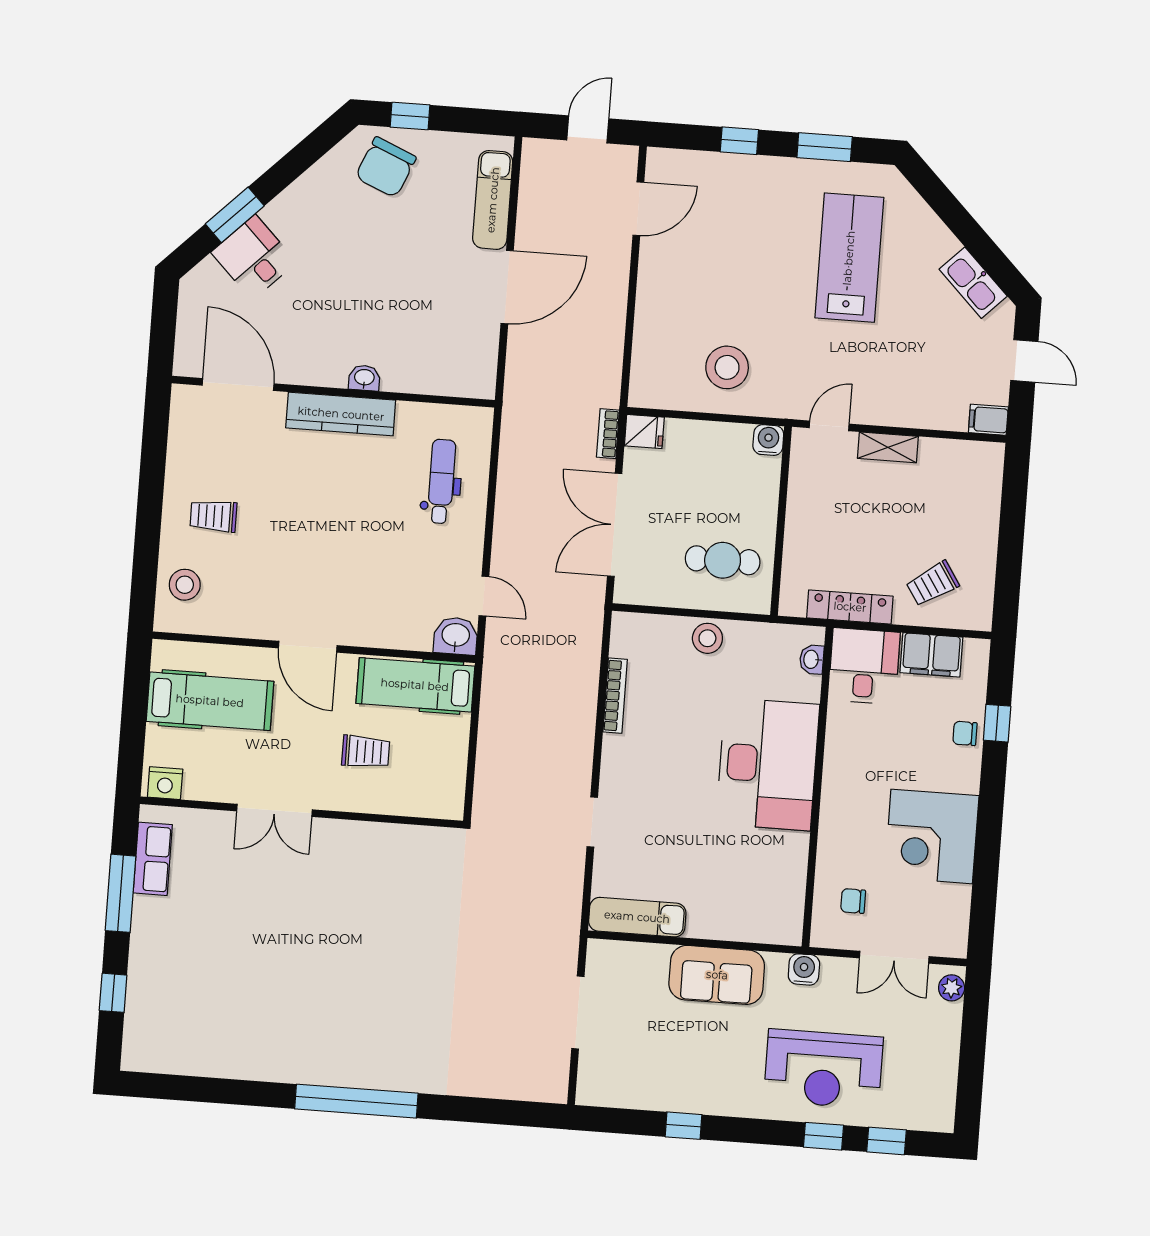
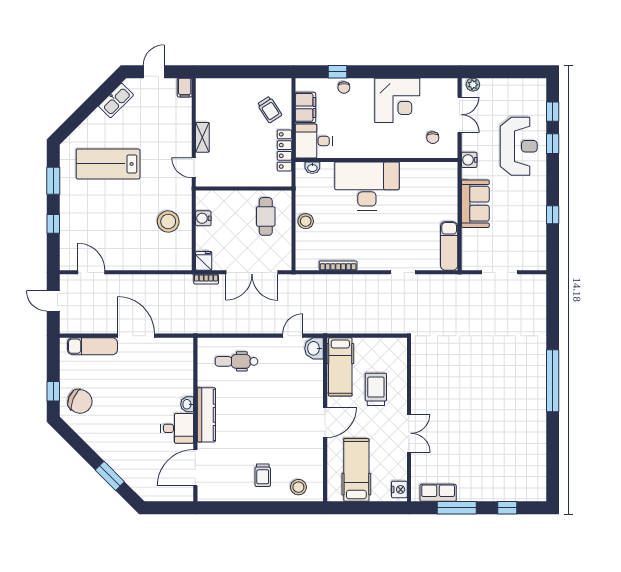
desk: (254, 257) -> (177, 428), moved, turned -135
water cooler: (768, 440) -> (203, 218), moved
trolley: (366, 752) -> (376, 389), width x1.36, depth x1.39

